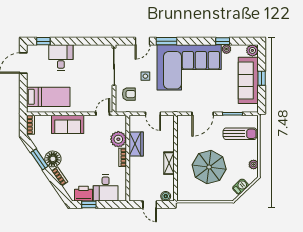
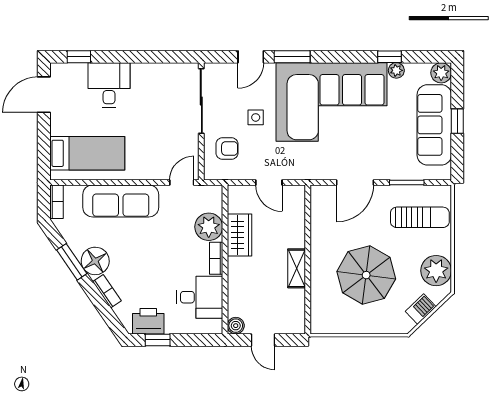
sofa: (68, 124) -> (121, 201), width x1.36
plant: (254, 164) -> (436, 271), width x1.88, depth x1.88
desk: (106, 188) -> (200, 297), moved, turned -90
boiler: (166, 196) -> (236, 326), moved

